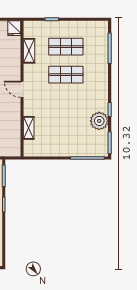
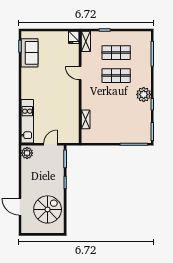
shelving: (29, 51) -> (86, 41), moved
door: (22, 89) -> (80, 73), moved
plant: (99, 121) -> (144, 94), moved

